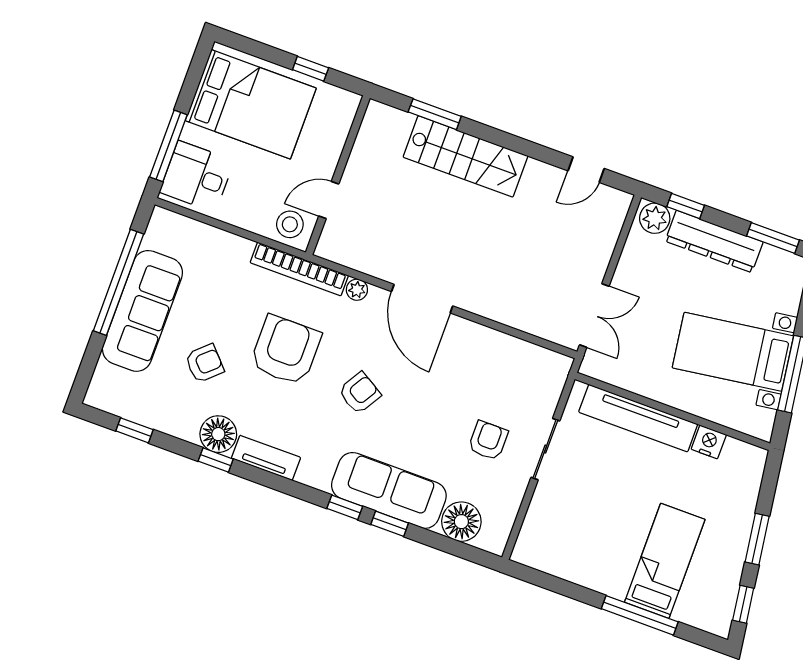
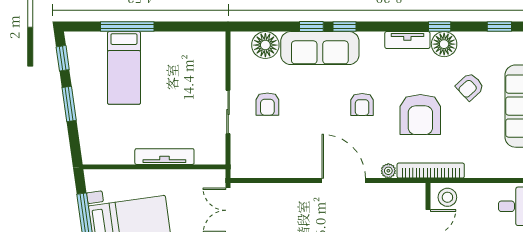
armchair: (360, 393) -> (362, 104), turned -31
tv unit: (638, 418) -> (164, 157), width x0.73, depth x0.78
nightstand: (709, 442) -> (124, 156), removed

